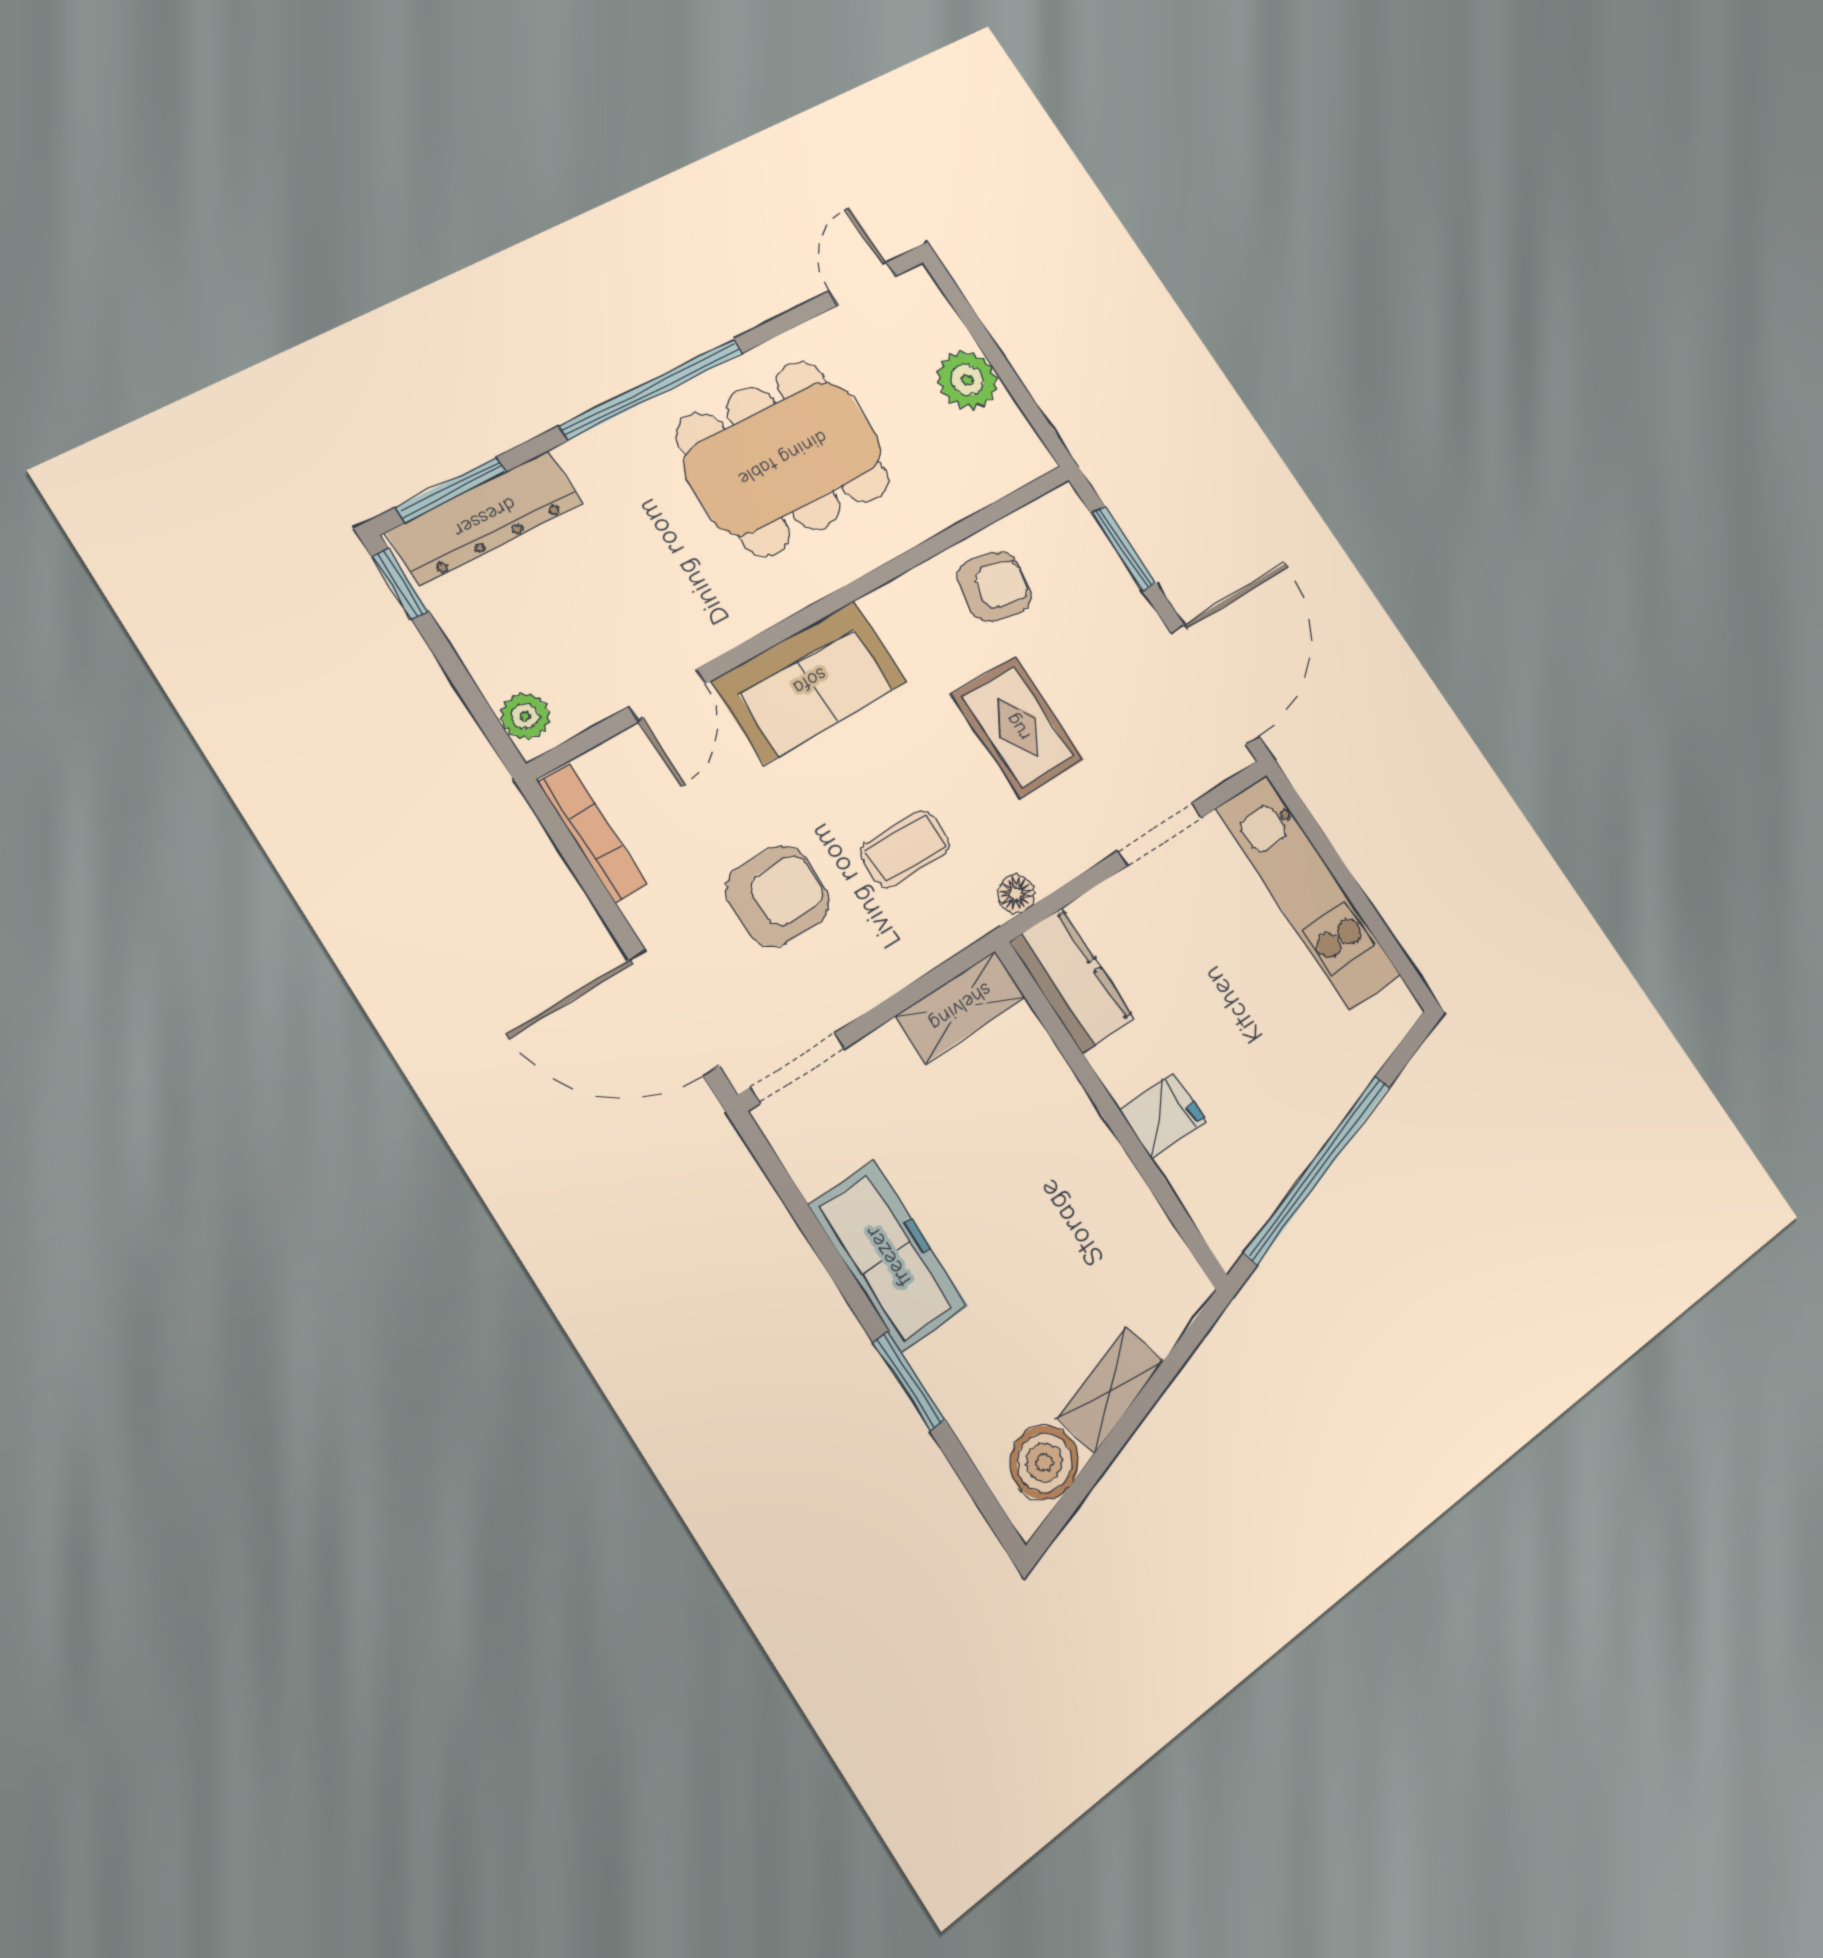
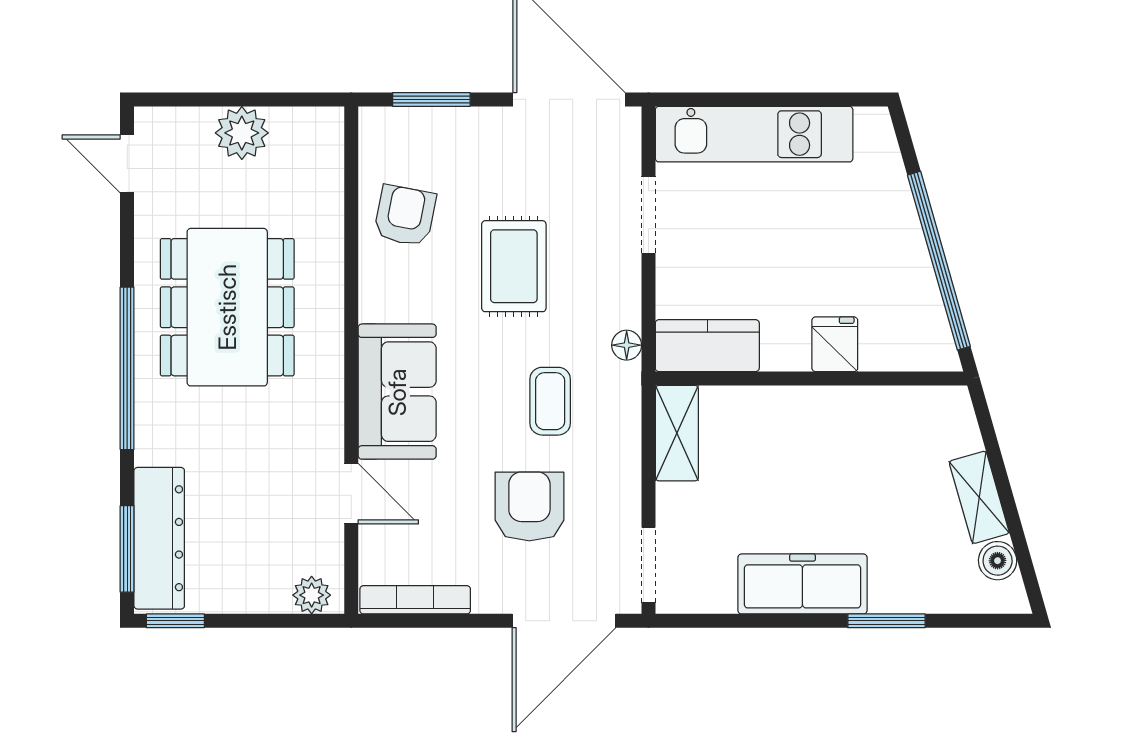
rug: (1018, 727) -> (514, 266), turned 90
boiler: (1044, 1462) -> (998, 561), width x0.73, depth x0.73

